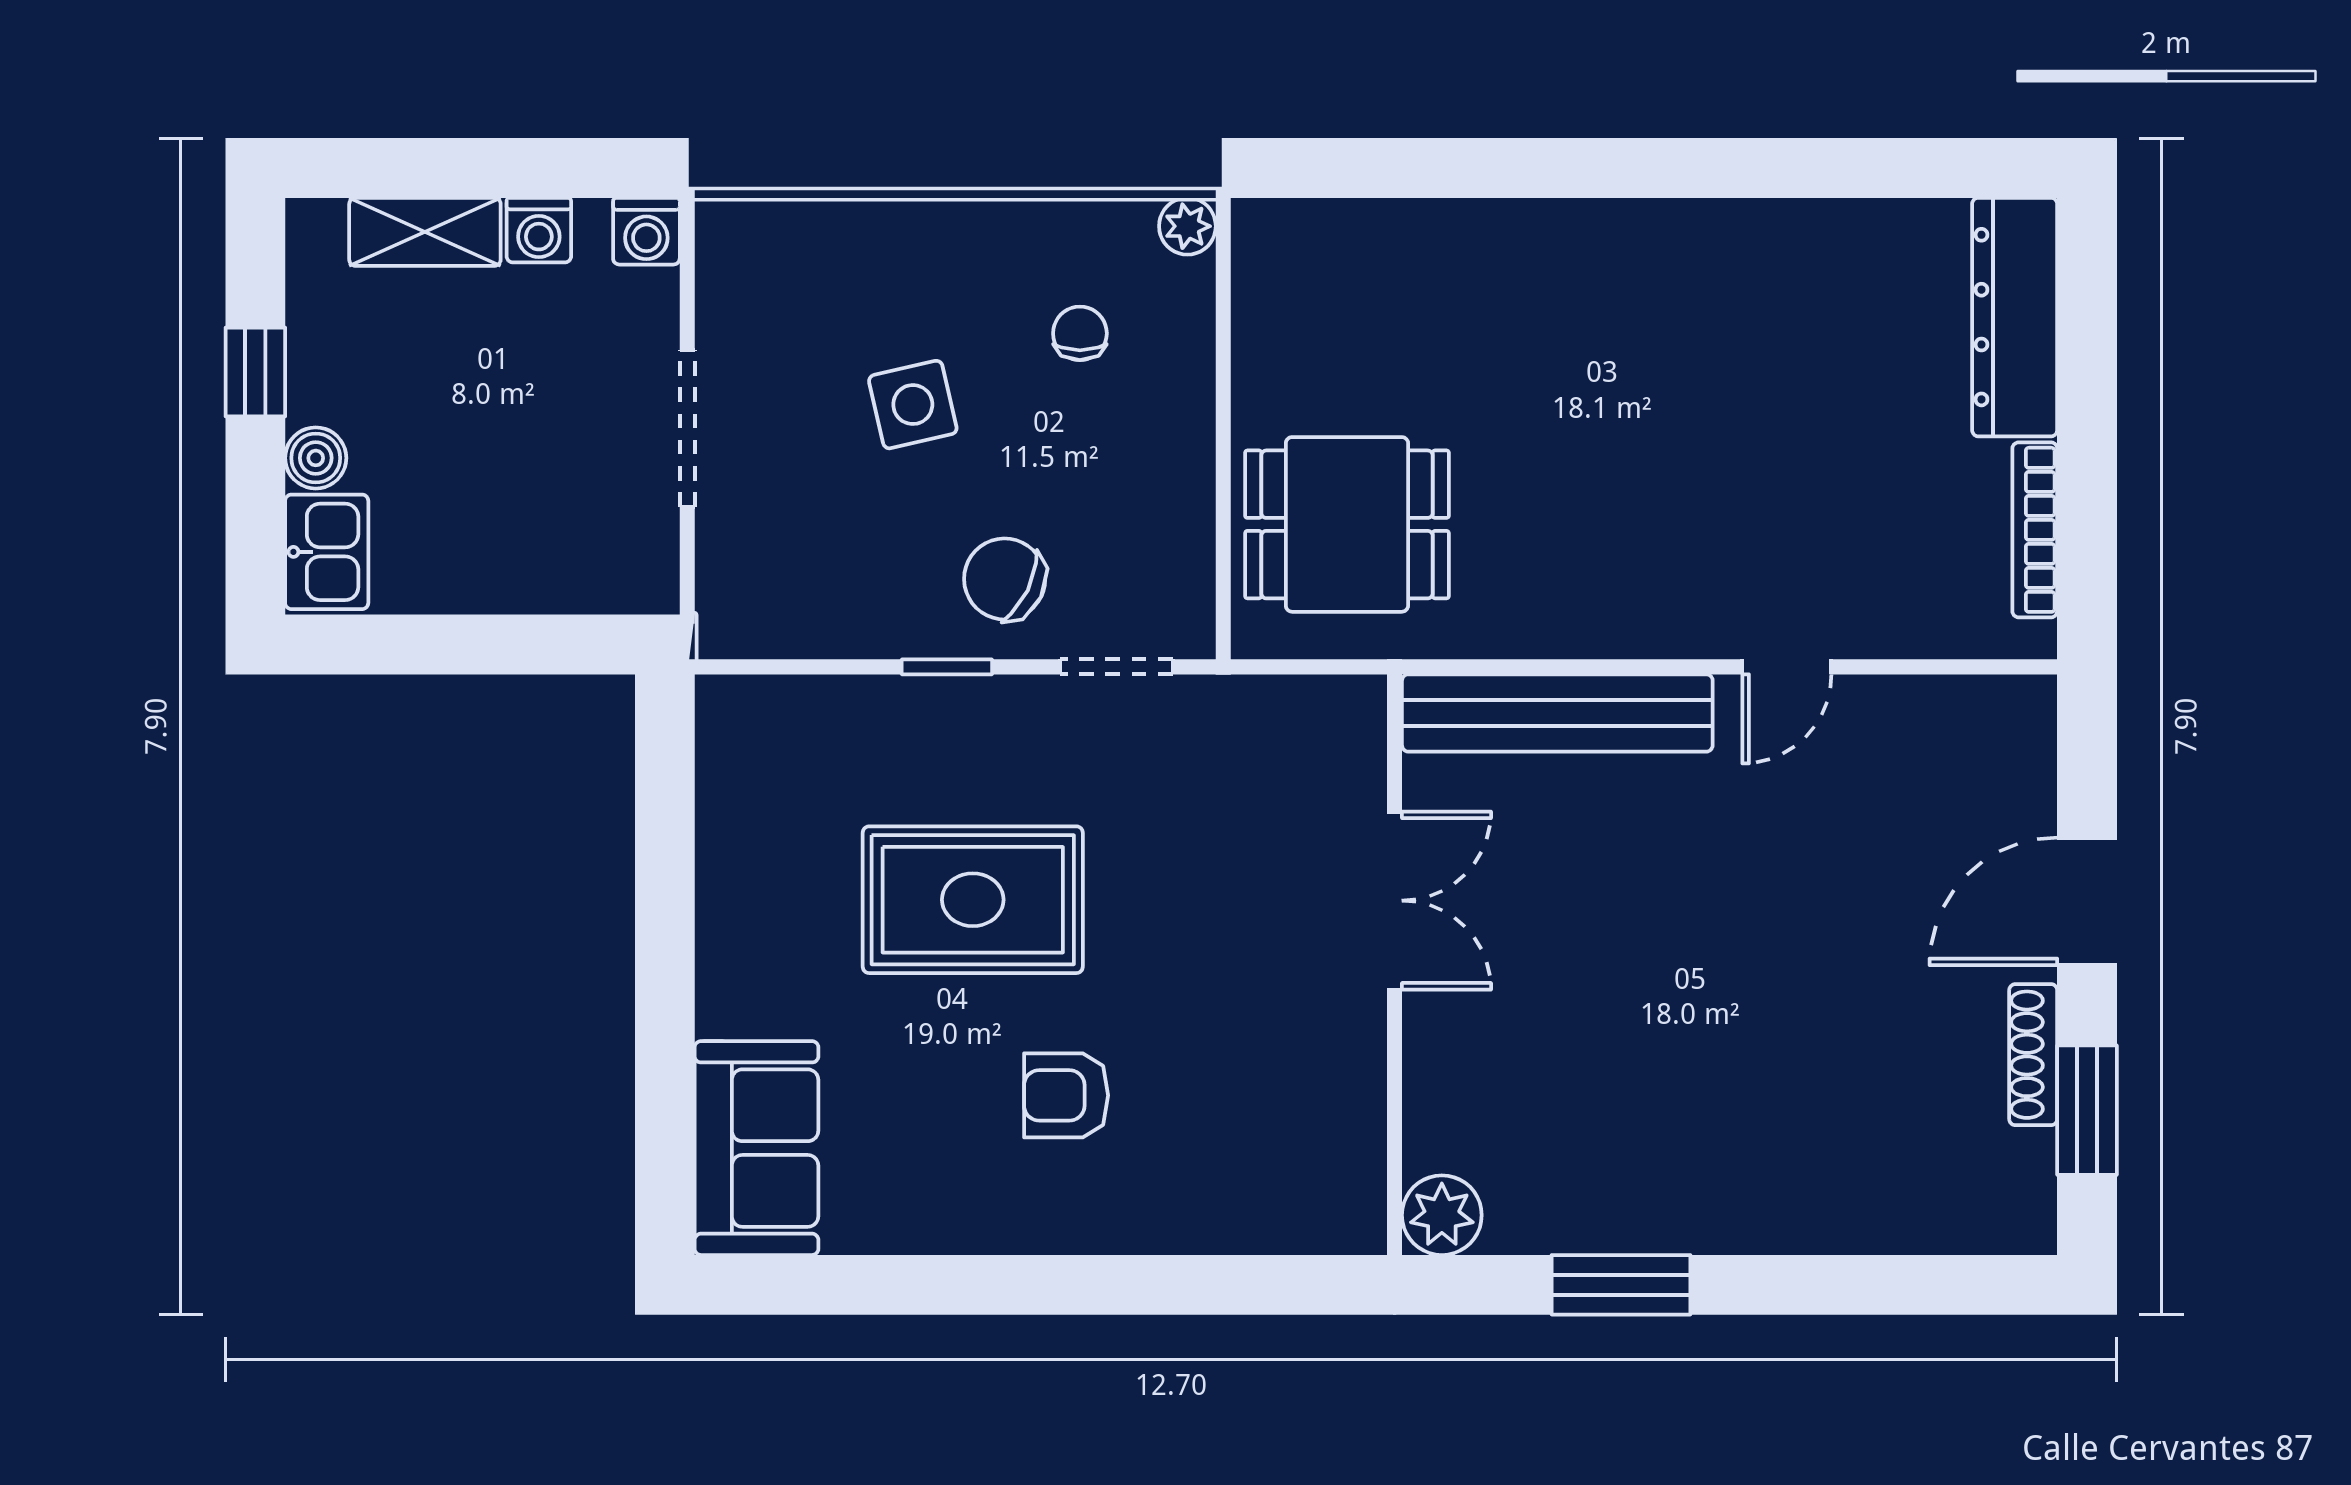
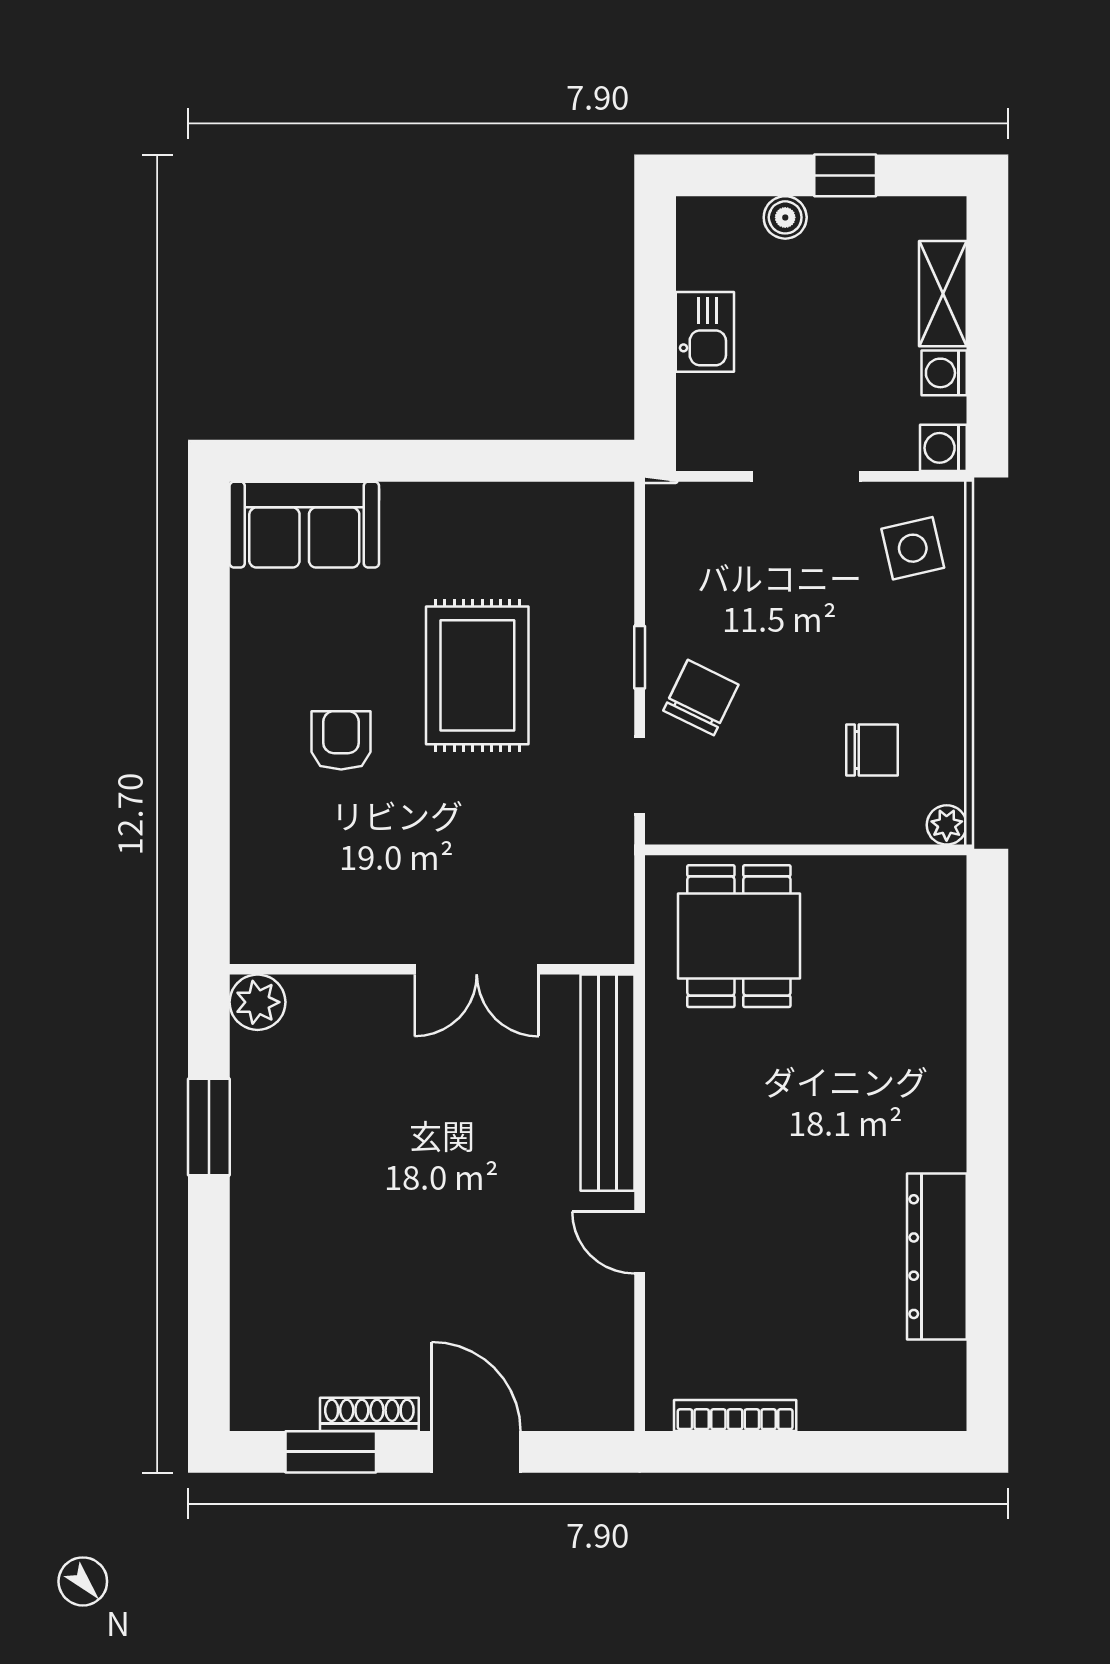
dresser: (2015, 317) -> (937, 1257), moved, turned -90
chair: (1080, 333) -> (872, 750), width x1.37, depth x1.37
side table: (913, 405) -> (913, 548), moved
kitchen sink: (327, 552) -> (705, 332), moved, turned -90

